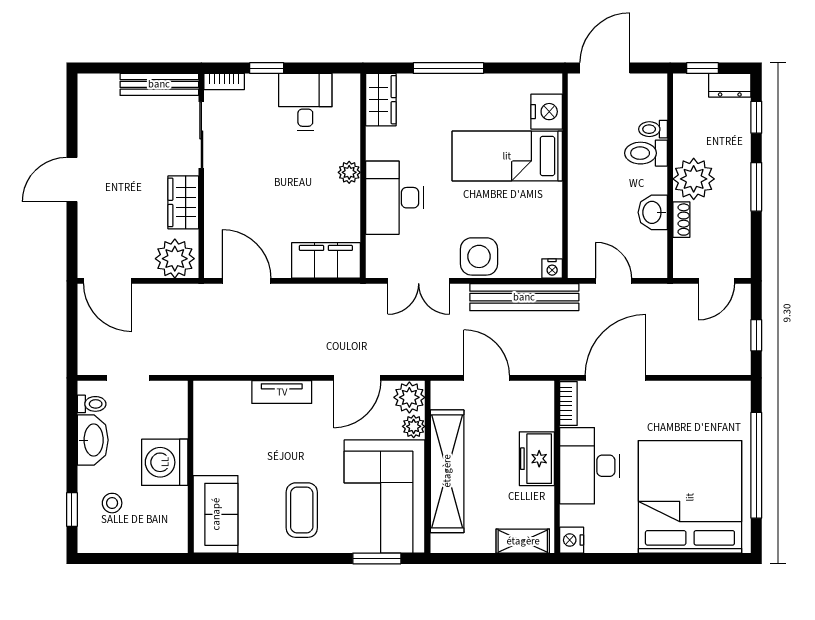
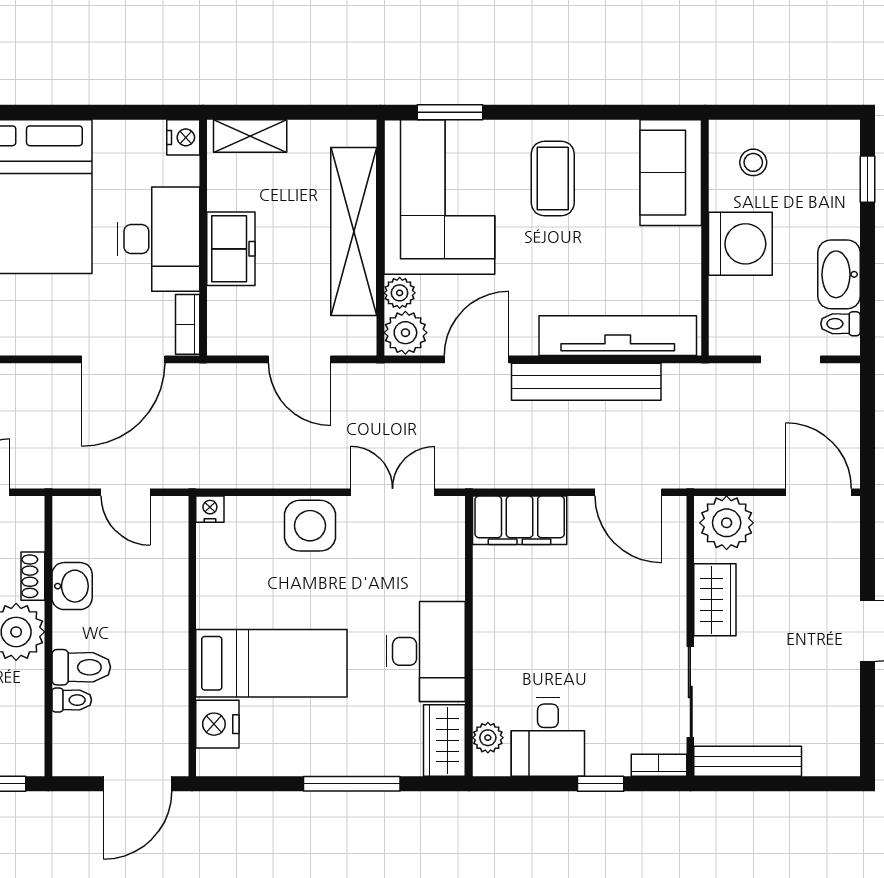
plant: (349, 172) -> (488, 738), moved
desk: (394, 198) -> (426, 651), moved
bench: (524, 297) -> (586, 382), moved
tv unit: (282, 392) -> (618, 336), width x1.92, depth x1.29
stool: (112, 503) -> (753, 162), moved

